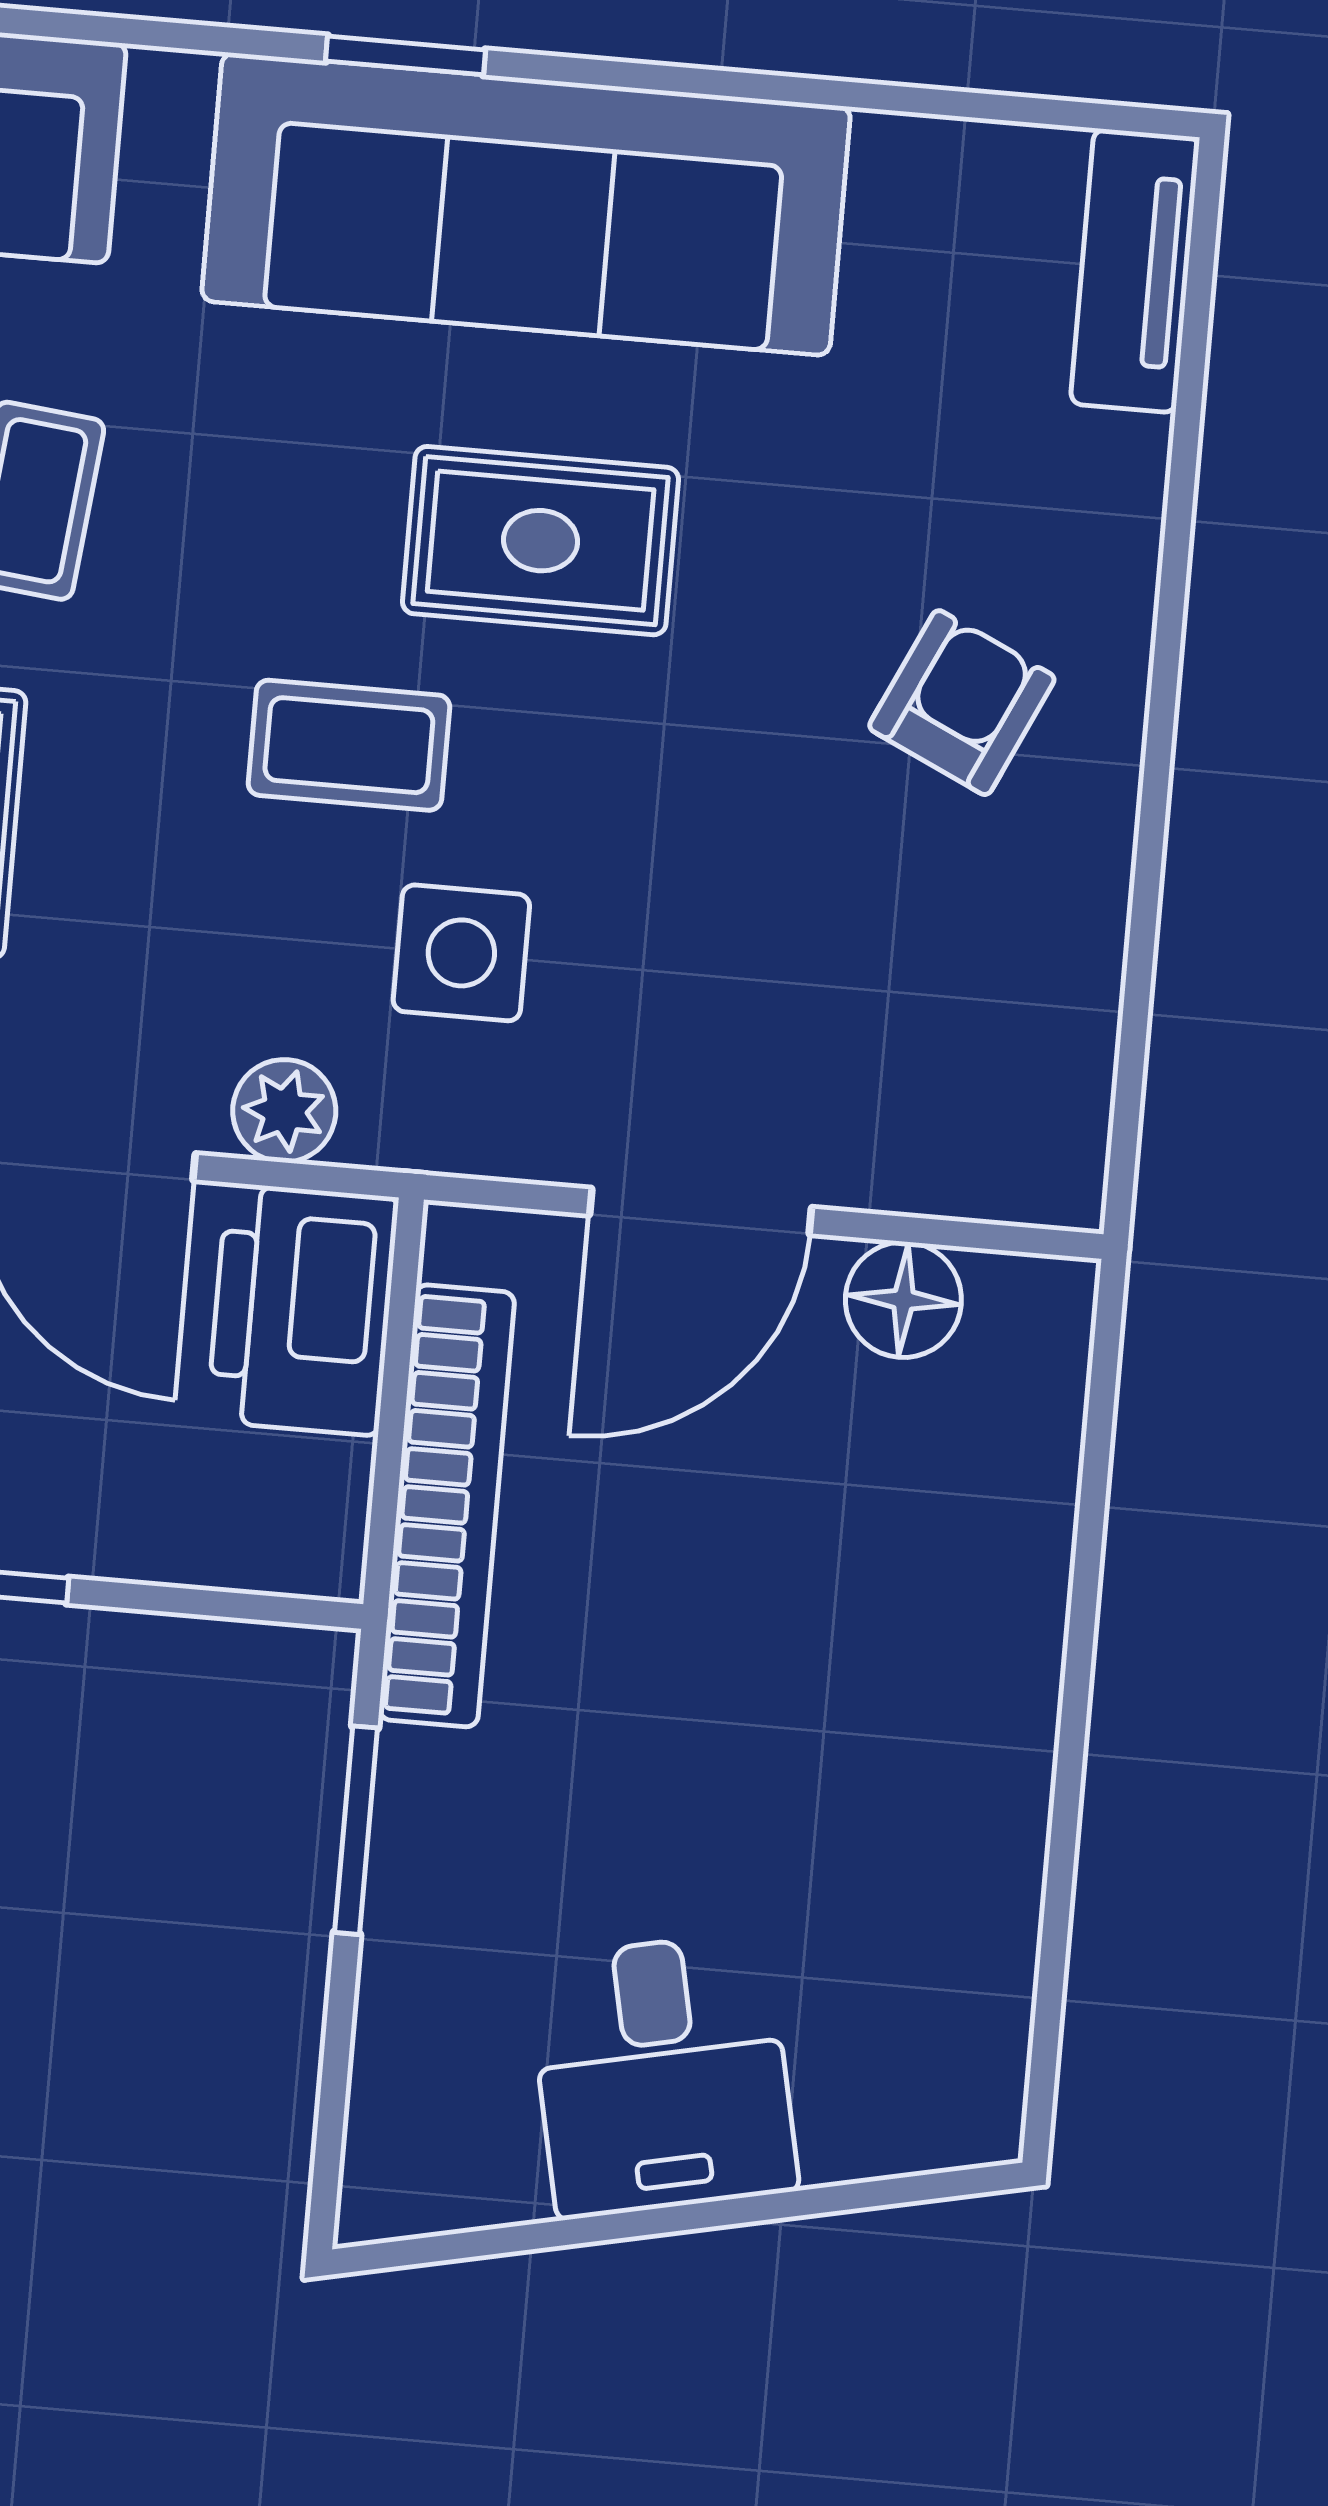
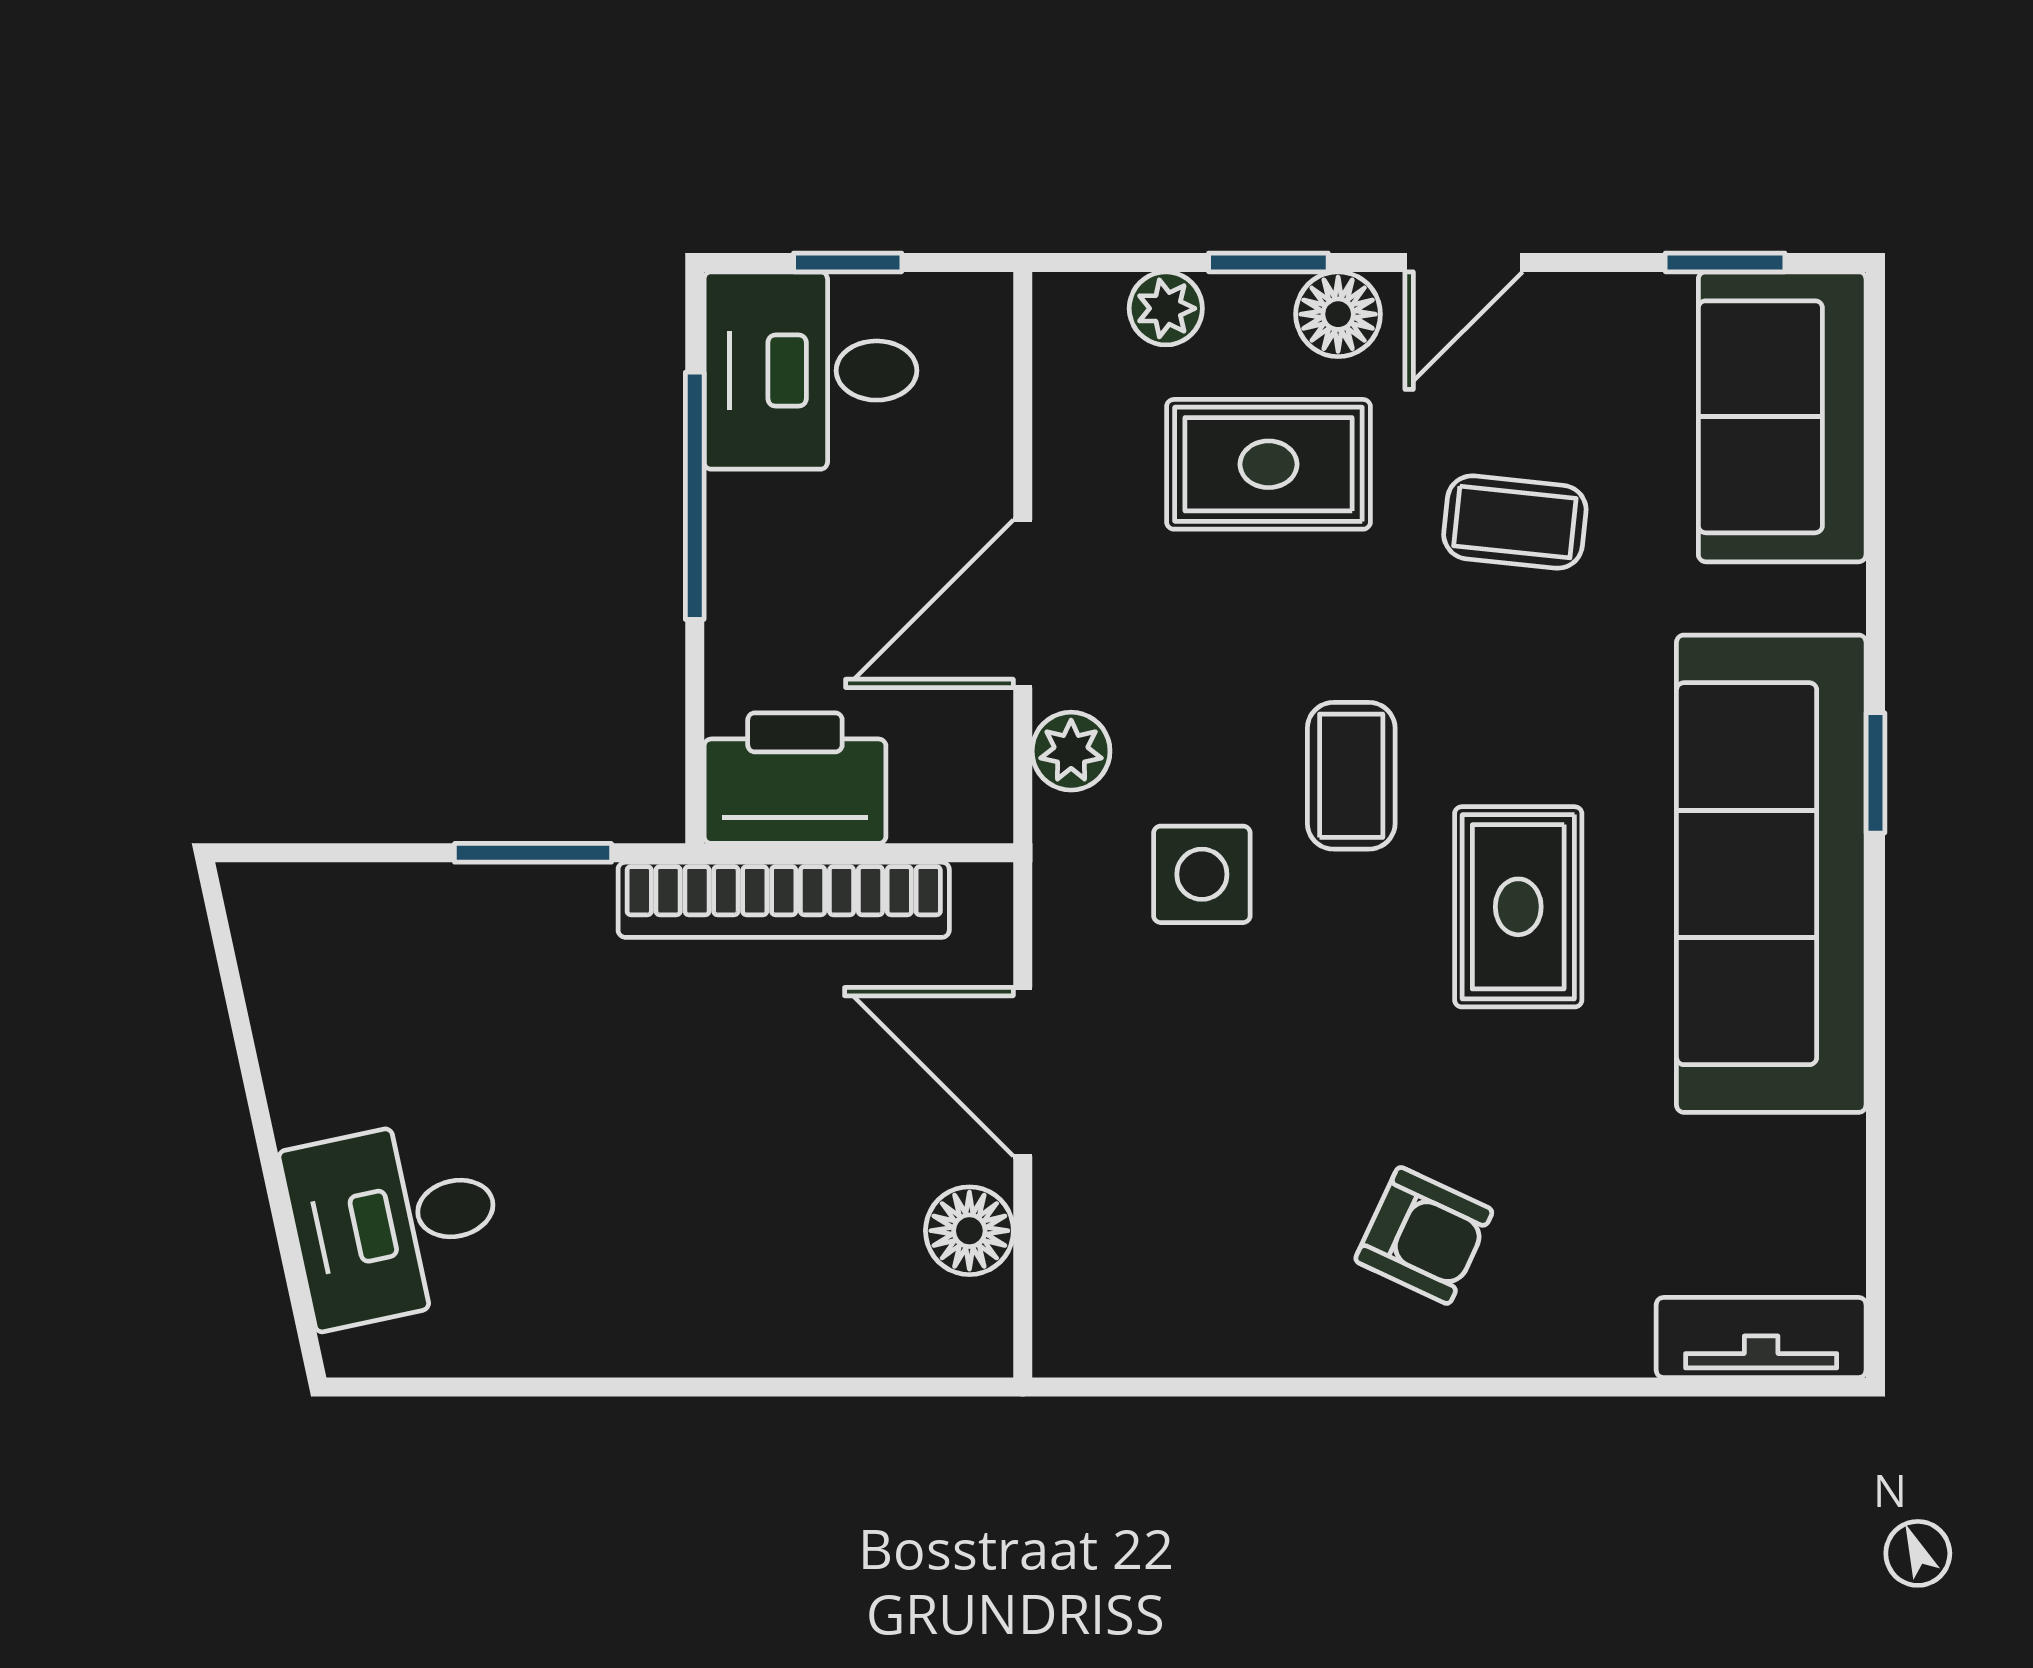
printer: (303, 1309) -> (795, 778), moved
desk: (662, 2075) -> (395, 1222), moved

